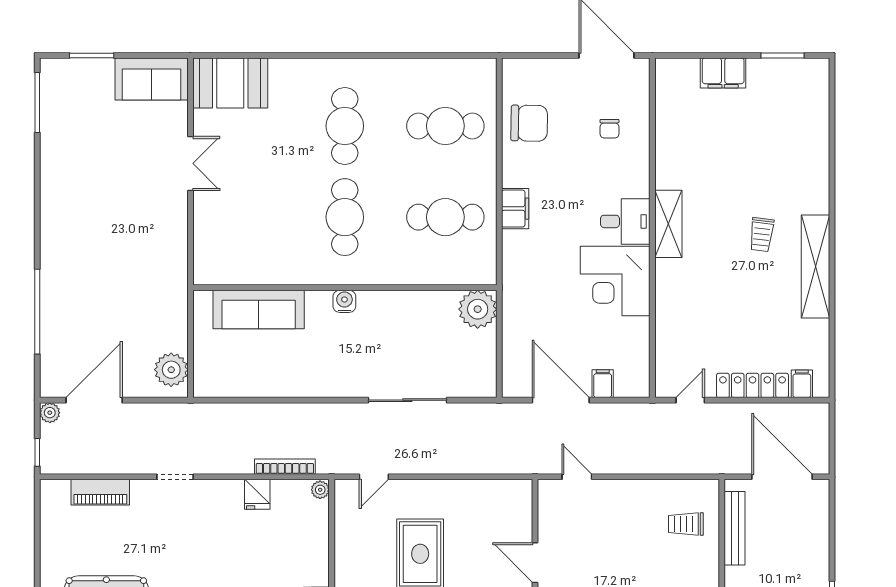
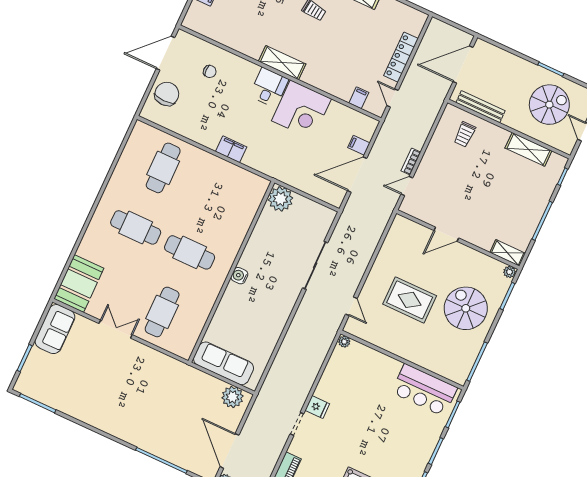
chair: (529, 123) -> (167, 94), moved
cafe table: (445, 217) -> (162, 312), moved
sofa: (259, 309) -> (224, 363), moved, turned -90
filing cabinet: (802, 384) -> (359, 98), moved, turned 90
bookcase: (285, 467) -> (411, 162), moved, width x0.64
fridge: (257, 494) -> (317, 407), moved

